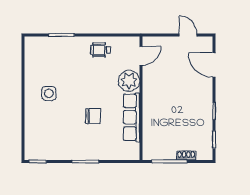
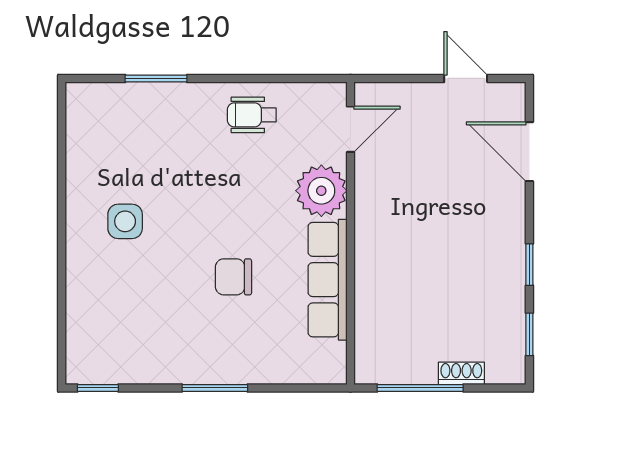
chair: (93, 116) -> (233, 277), turned 180

